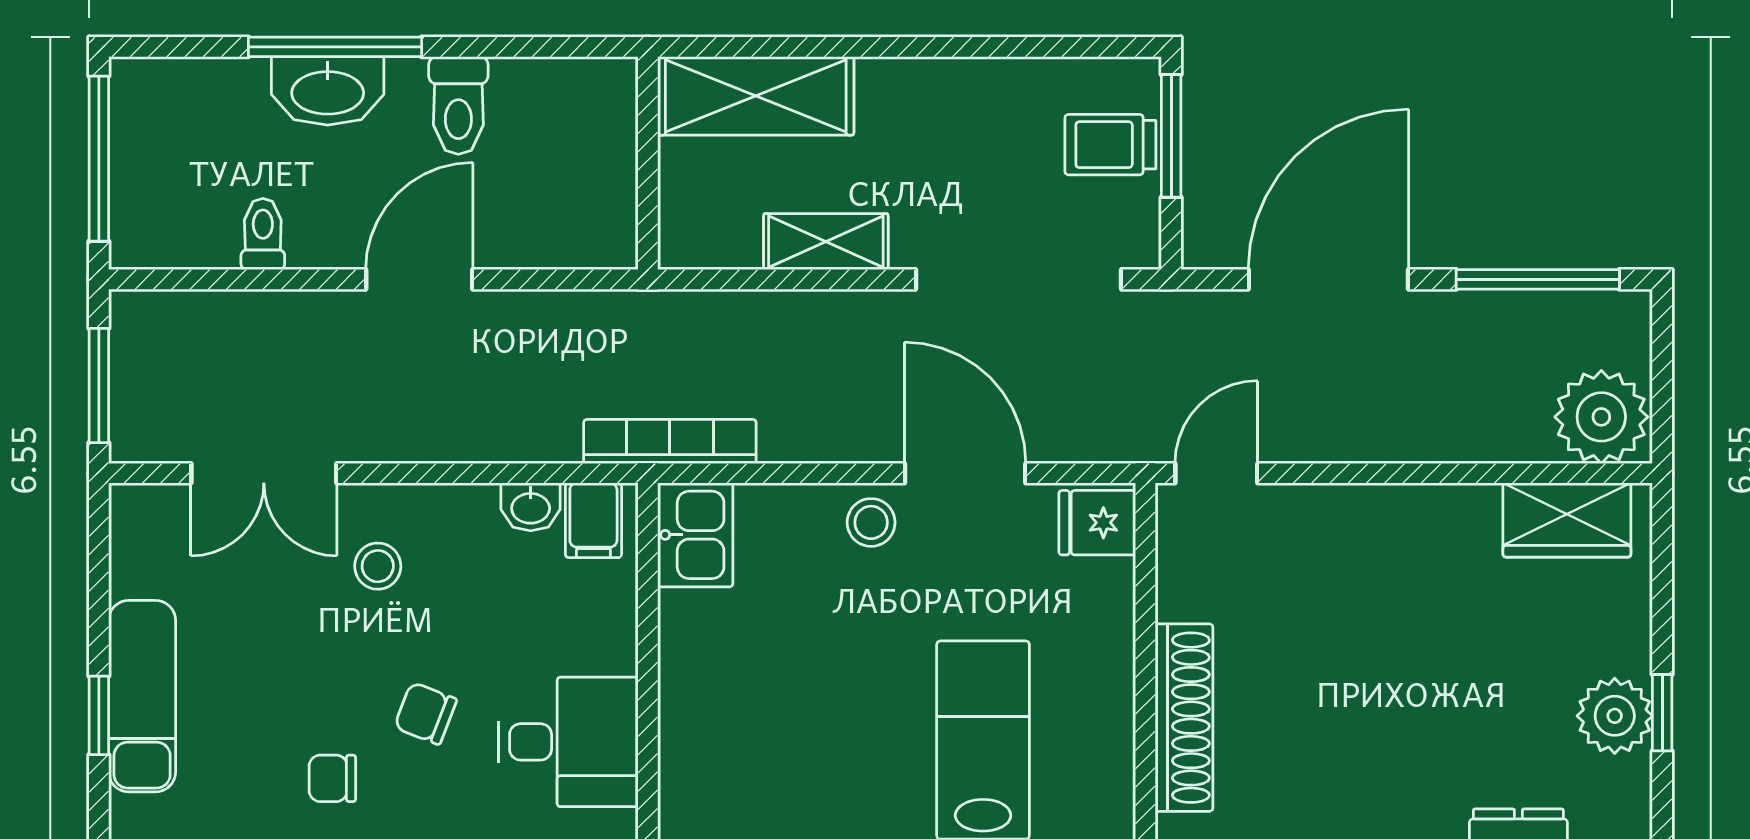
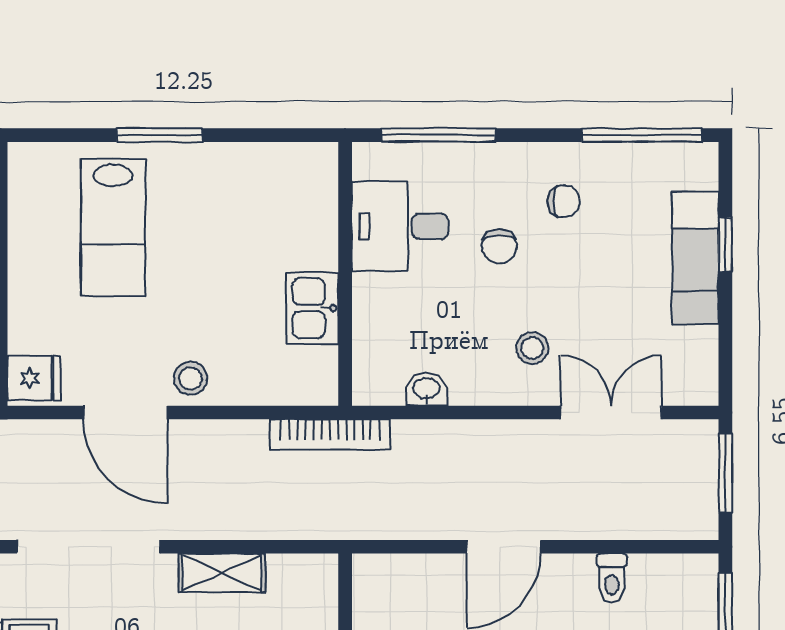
filing cabinet: (593, 520) -> (383, 380), removed
kitchen sink: (695, 535) -> (312, 308), moved
chair: (425, 713) -> (499, 246), turned 69

